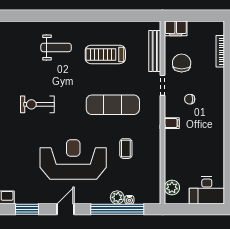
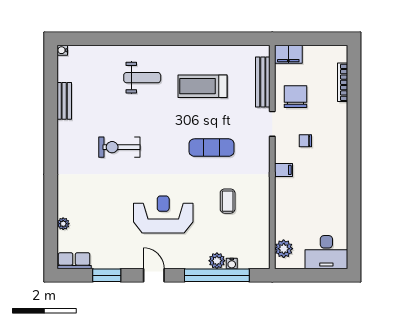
exercise mat: (113, 105) -> (212, 148), width x0.73, depth x0.69
reception desk: (73, 159) -> (163, 214), width x0.74, depth x0.77
door: (66, 209) -> (154, 275), hinge flipped

